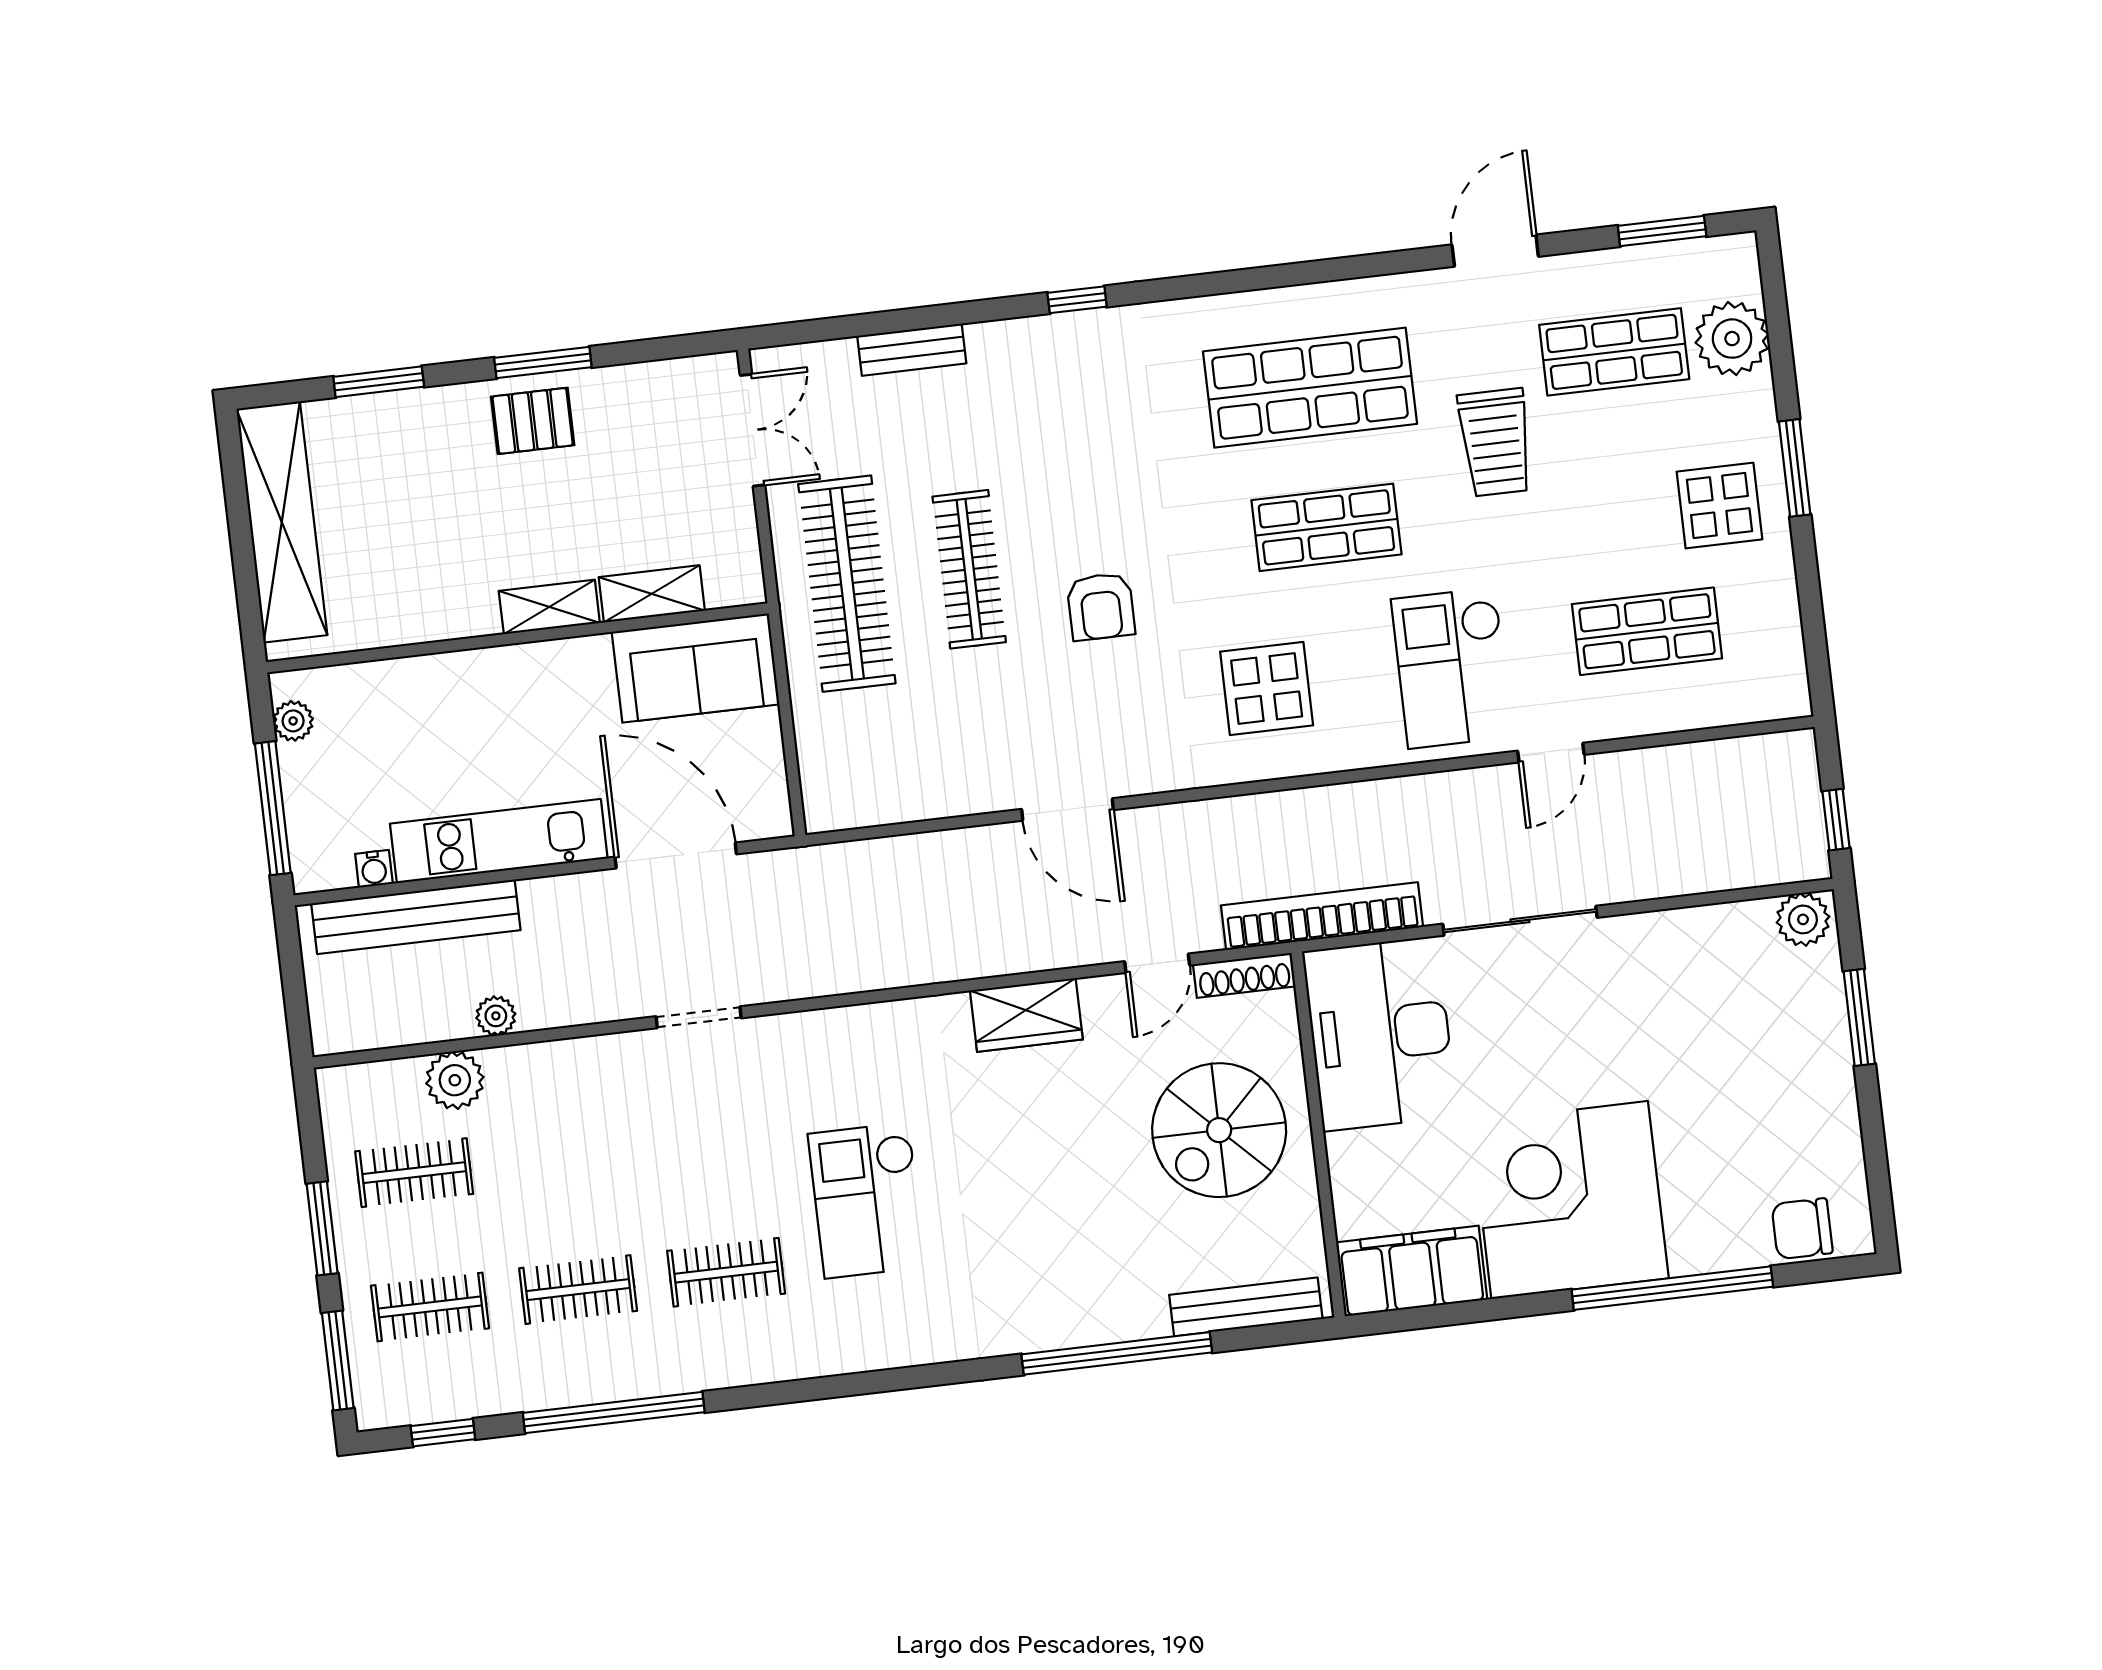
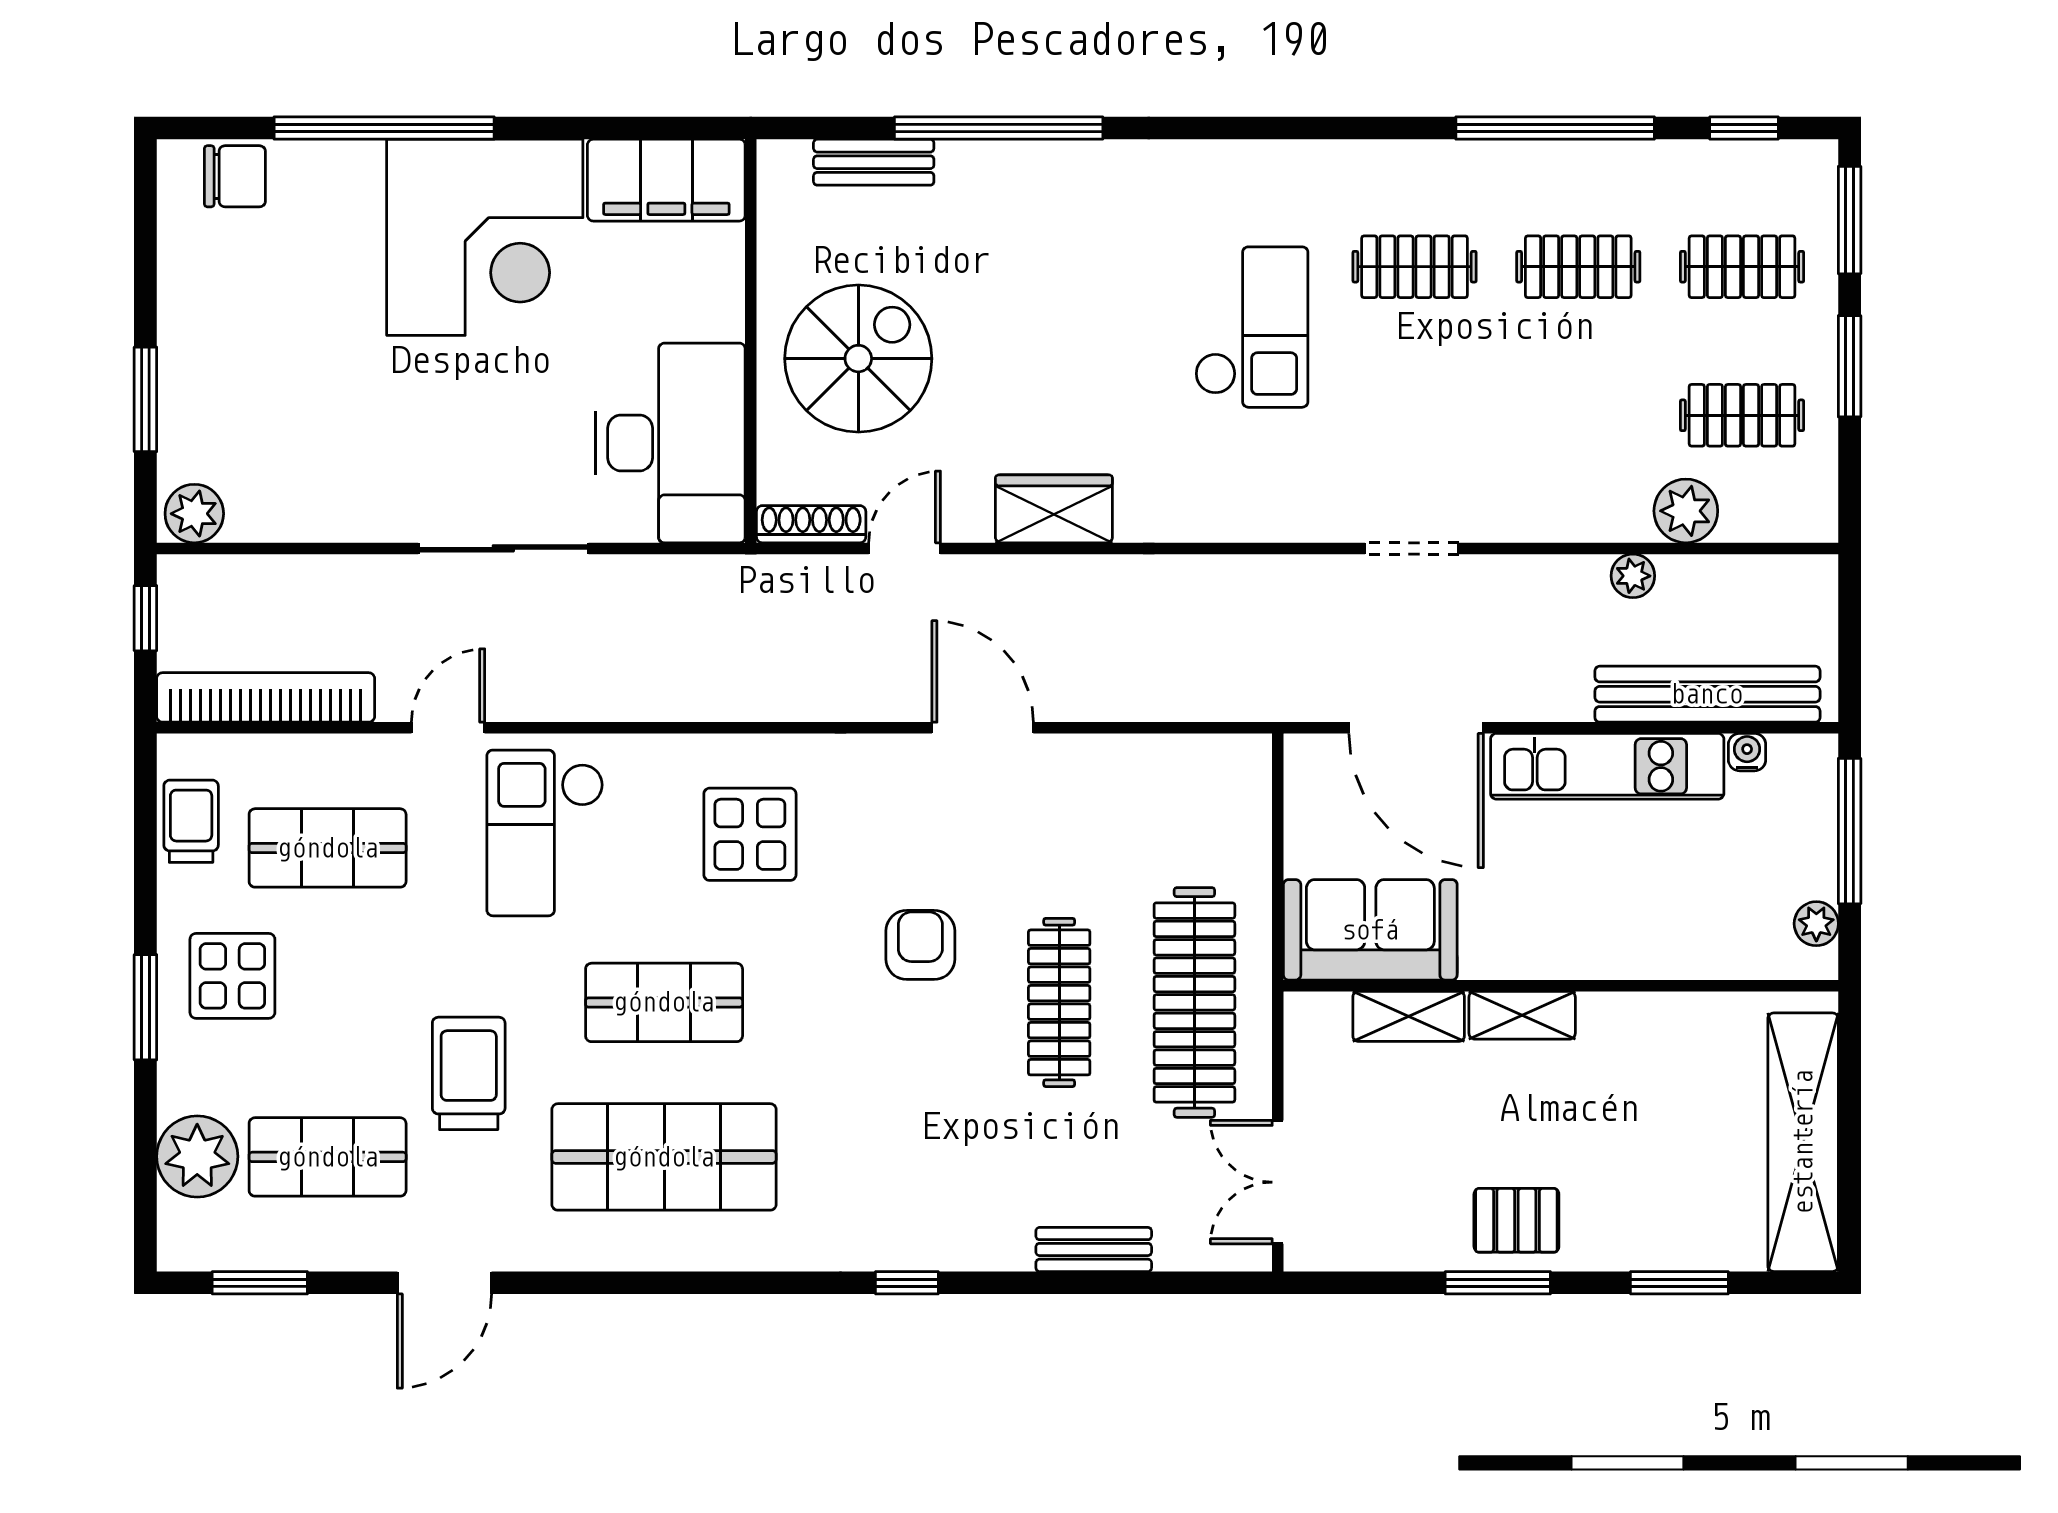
trolley: (1773, 641) -> (191, 821), added
checkout: (1452, 668) -> (545, 833), turned 180
bookcase: (1322, 916) -> (266, 697), moved, turned 180
bench: (1246, 1307) -> (874, 162), width x0.73

